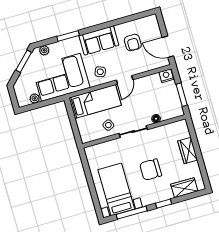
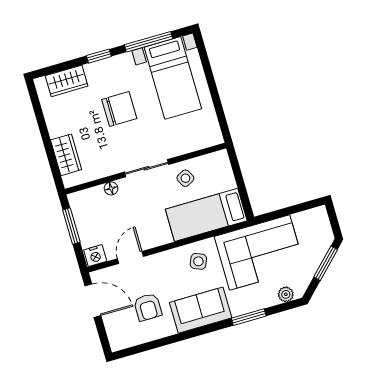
armchair: (133, 43) -> (148, 307), turned 180
window: (24, 61) -> (326, 263), moved
door: (125, 80) -> (130, 258), moved
plant: (35, 98) -> (301, 219), removed
wardrobe: (188, 151) -> (66, 155), moved

